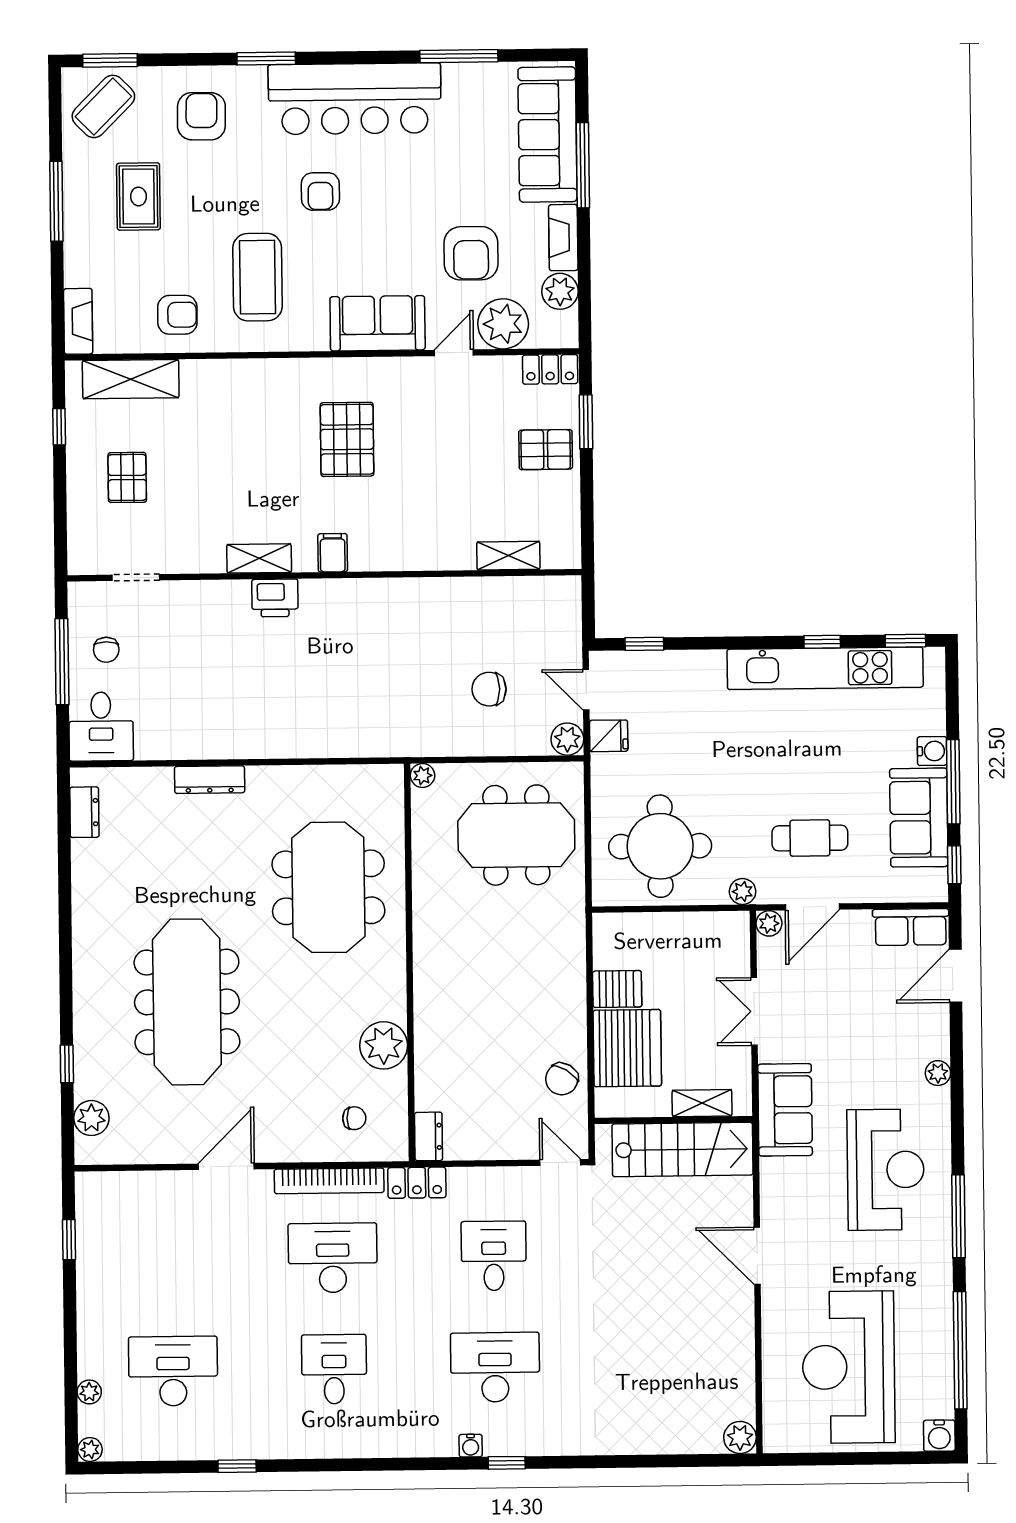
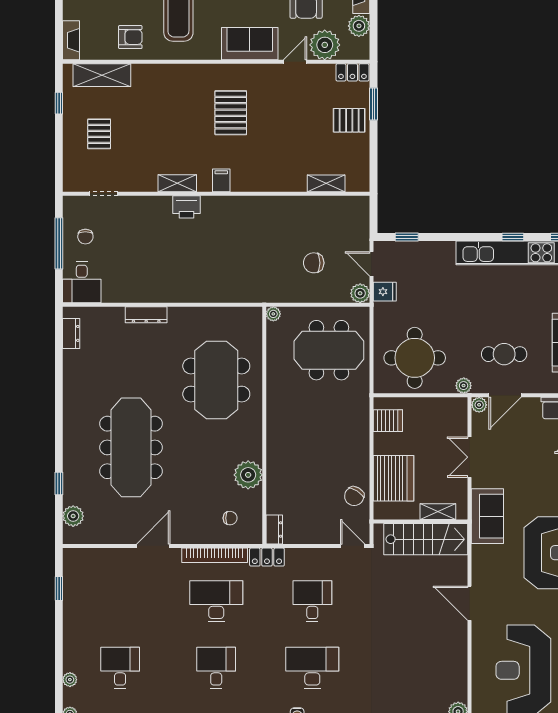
server rack: (617, 989) -> (388, 421), moved
desk: (173, 1371) -> (120, 668), width x0.73

